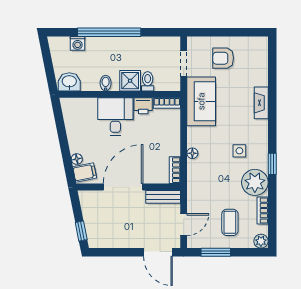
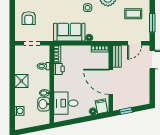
window: (109, 32) -> (12, 91), removed
shower: (130, 81) -> (21, 81), moved
washbasin: (69, 82) -> (44, 104), moved
sofa: (201, 101) -> (69, 32), moved
desk: (115, 117) -> (66, 103), moved
door: (184, 225) -> (135, 43), swing flipped
window: (81, 231) -> (126, 111), moved

